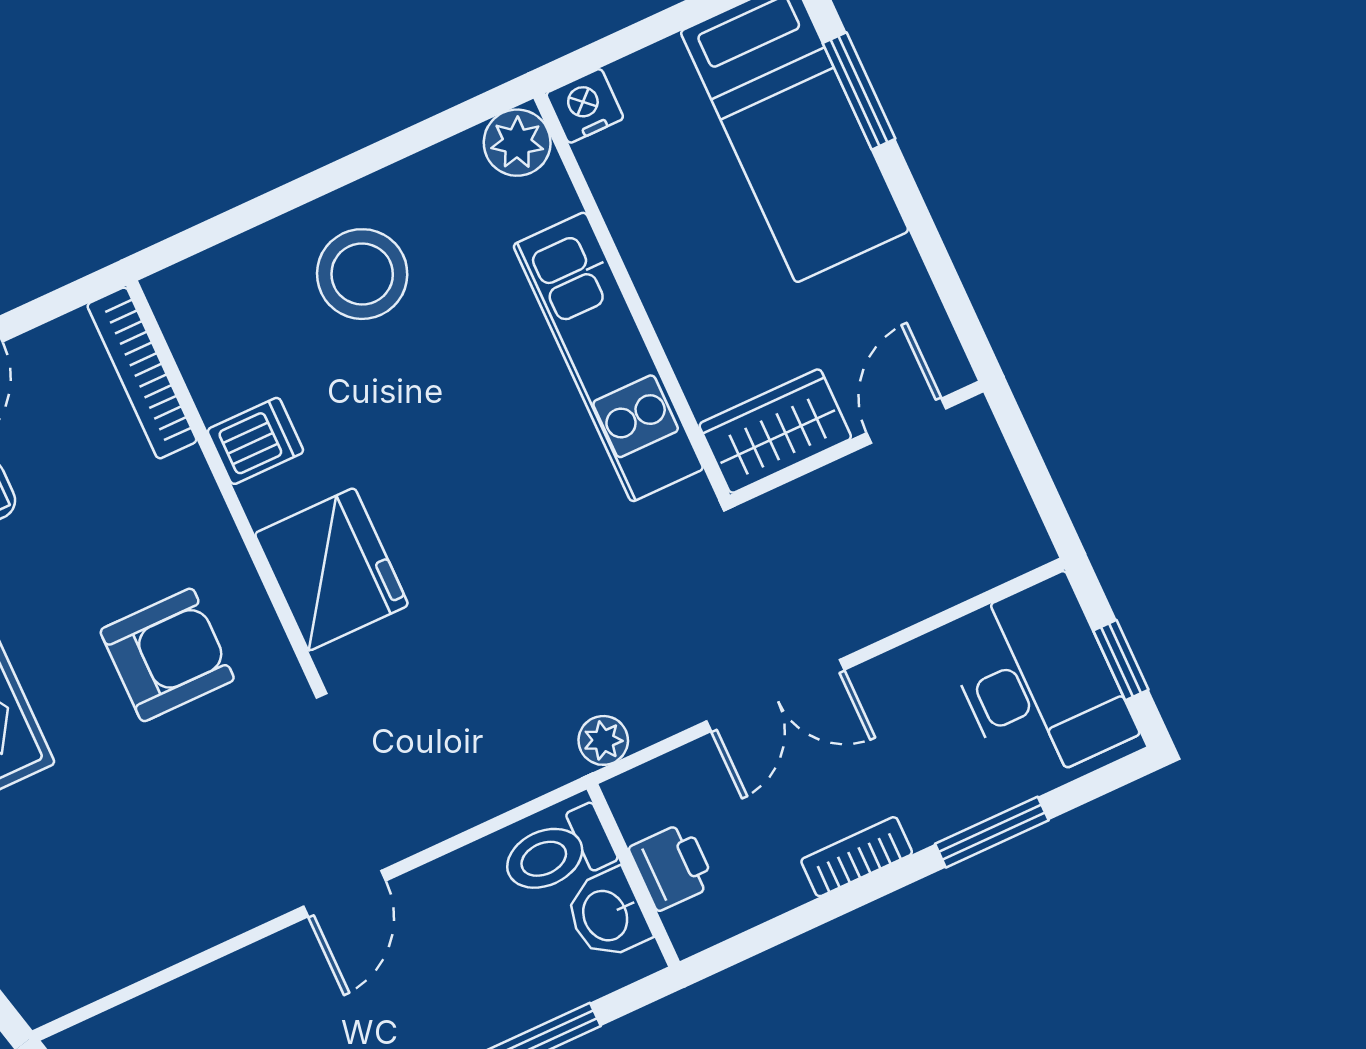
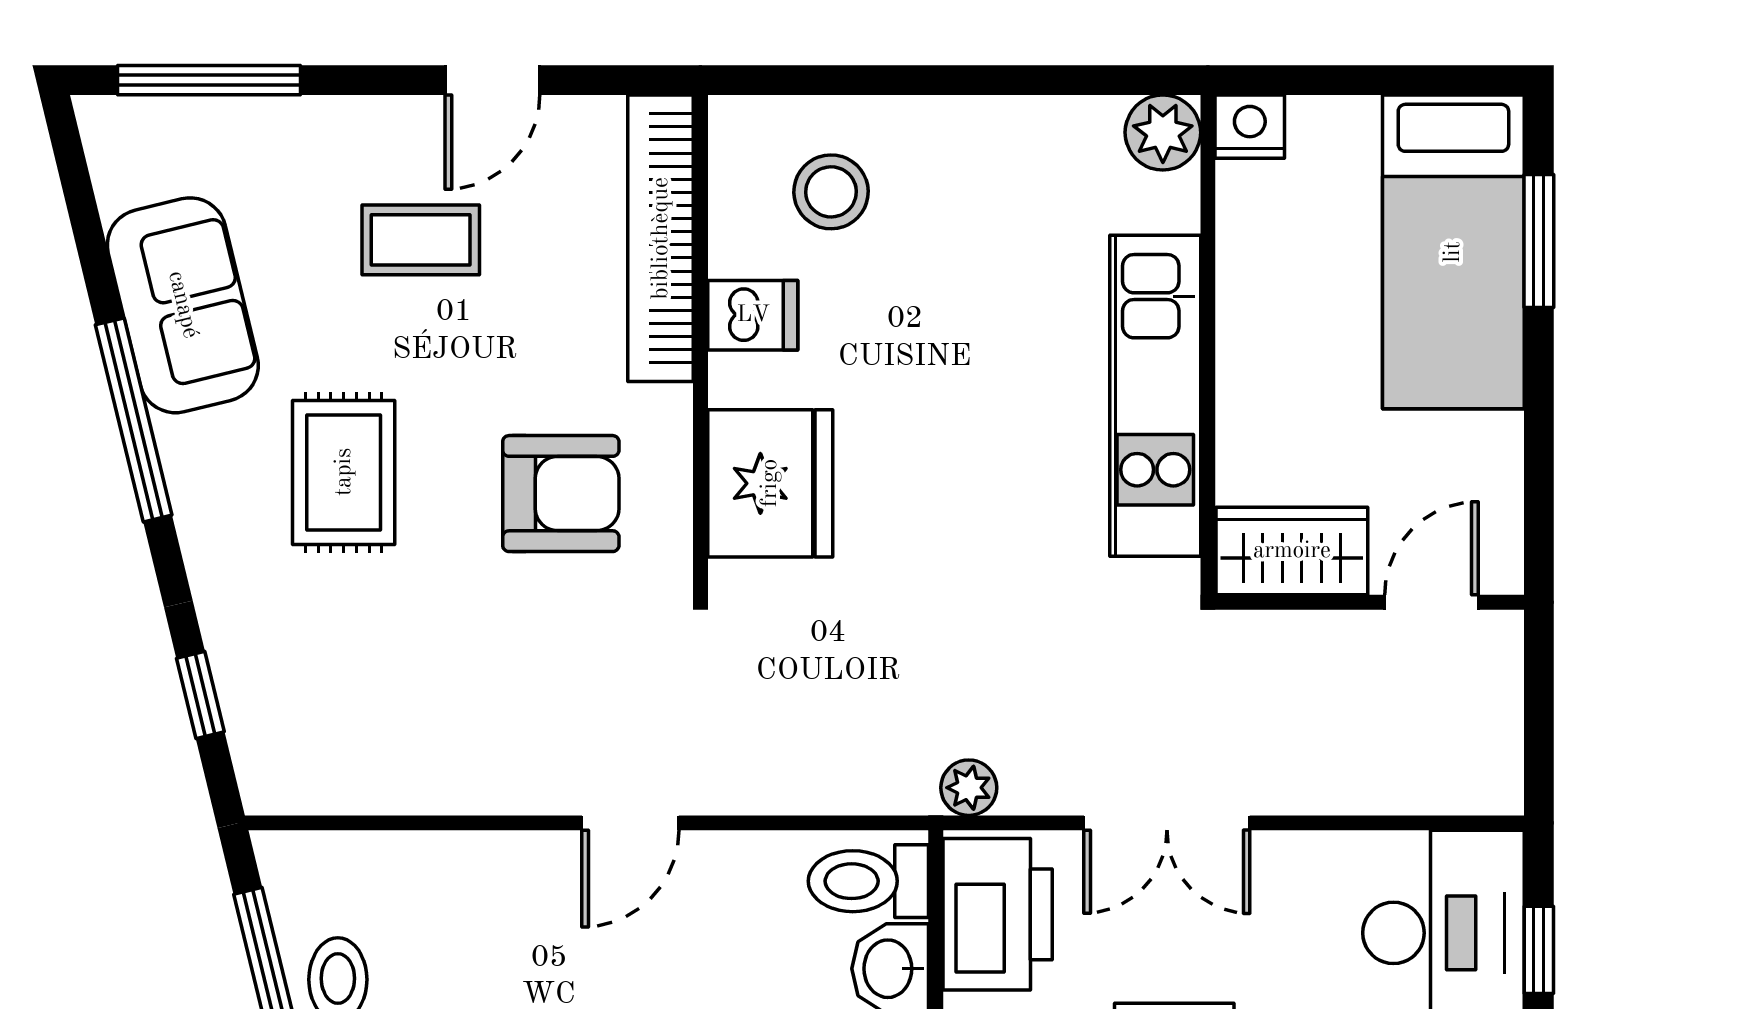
stool: (362, 274) -> (831, 192), moved, width x0.73, depth x0.73
bookcase: (142, 373) -> (661, 238), width x1.48, depth x1.31
printer: (672, 866) -> (998, 914), width x1.87, depth x1.48

